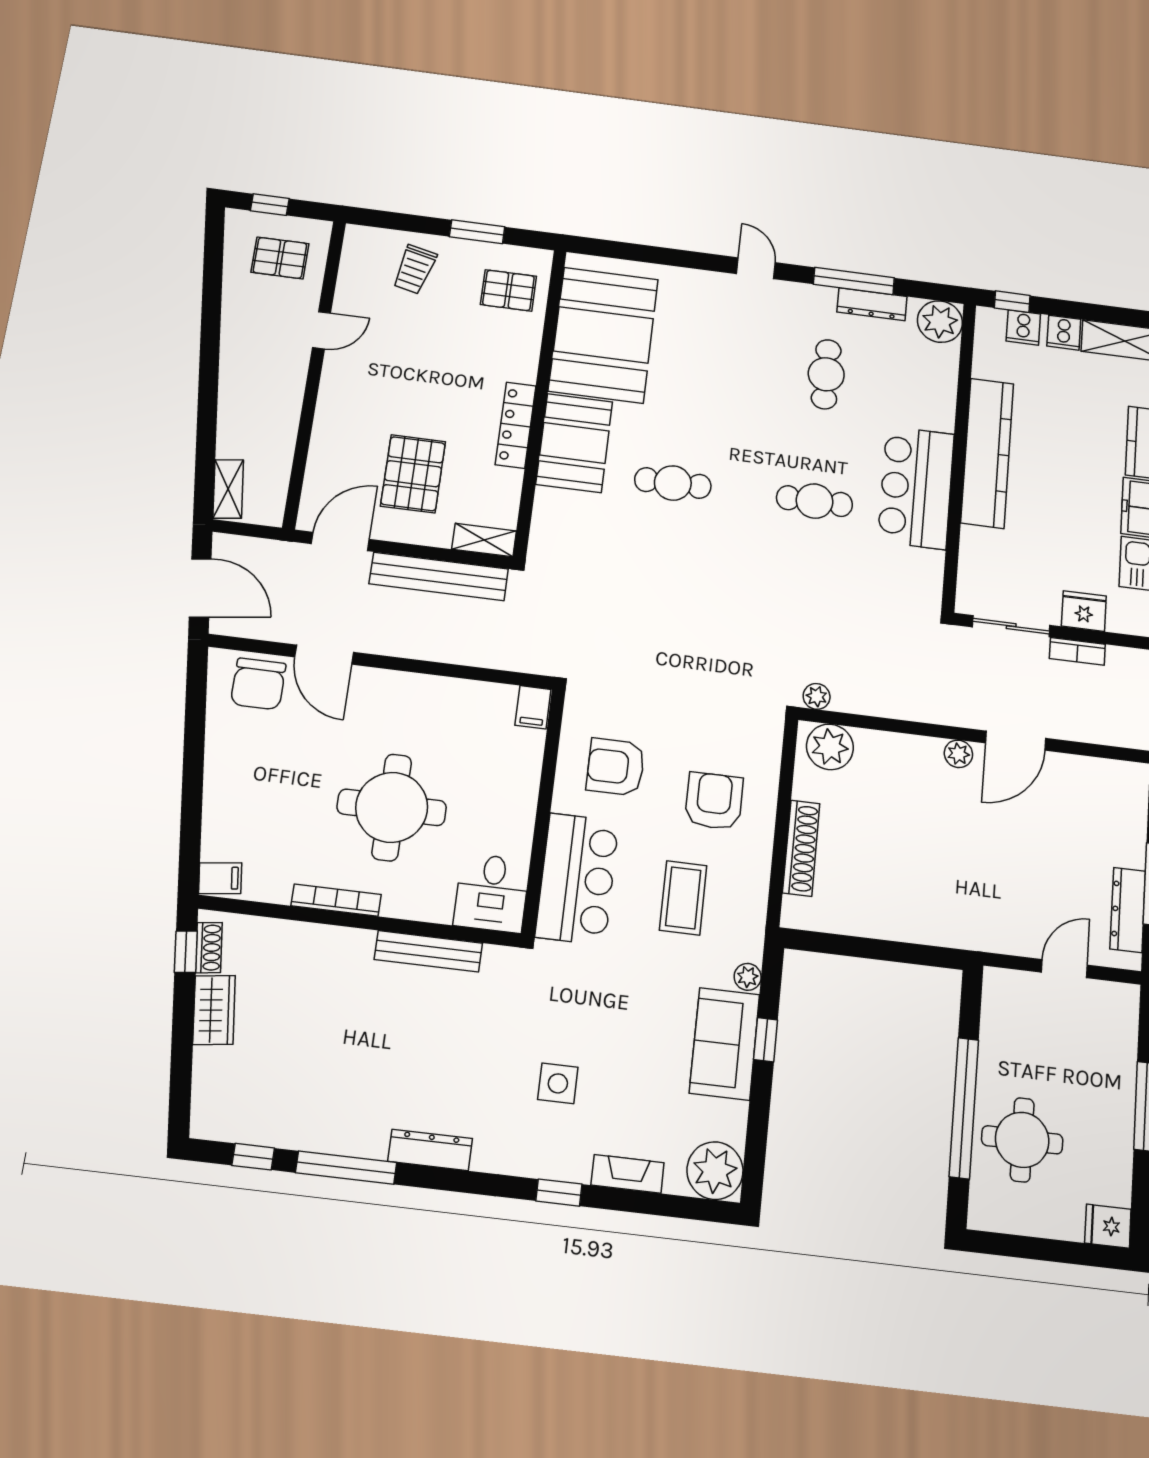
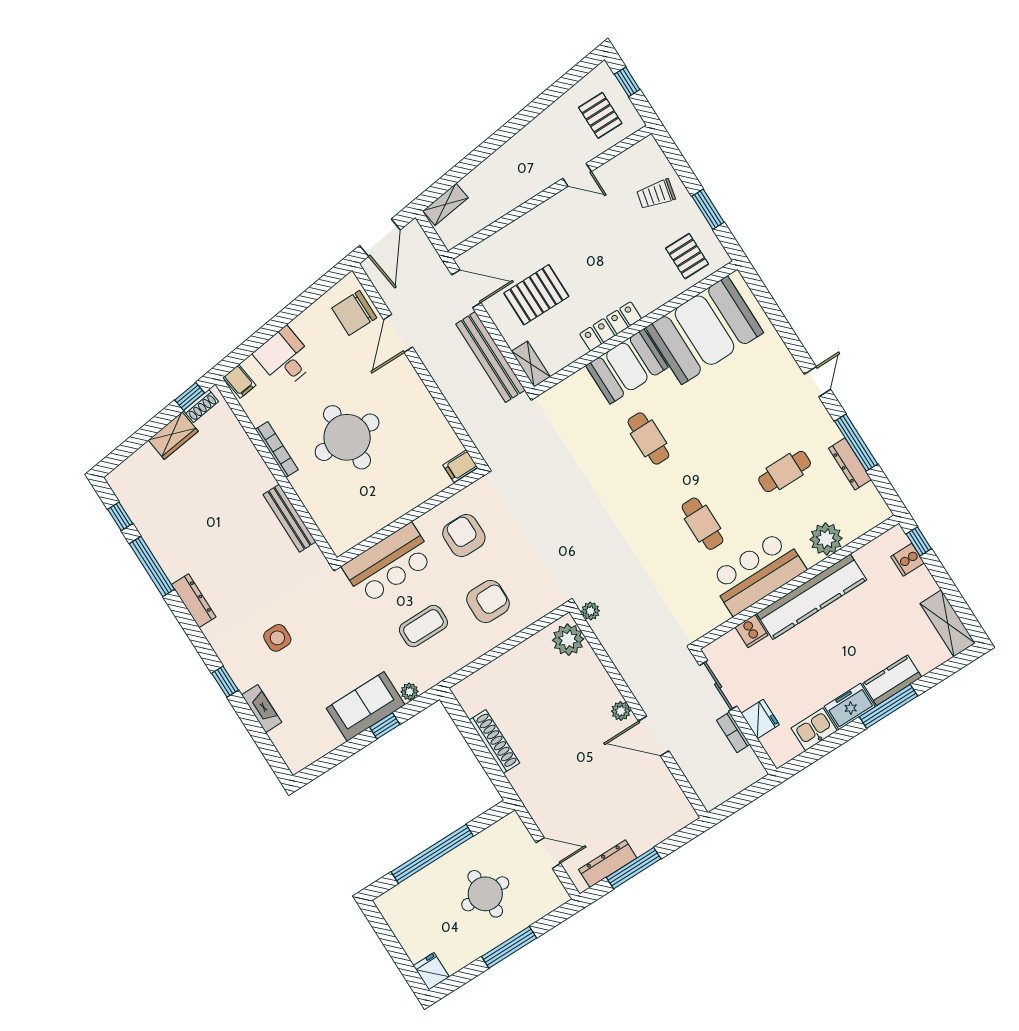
plant: (940, 322) -> (826, 539), moved
cooker: (1064, 333) -> (751, 631), moved, turned -90
shoe rack: (801, 848) -> (494, 742), moved, turned -90
desk: (492, 893) -> (285, 358), moved, turned 83
round table: (1022, 1140) -> (485, 894), moved
plant: (715, 1171) -> (299, 751), removed

